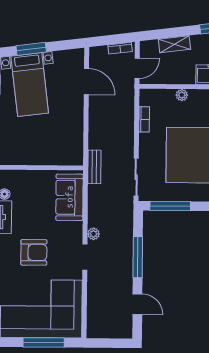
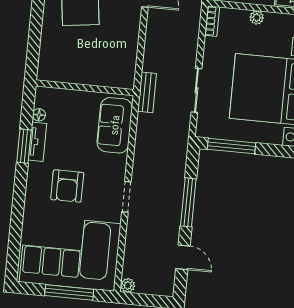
bookcase: (144, 119) -> (212, 21), moved
sliding door: (136, 177) -> (196, 90), moved
plant: (94, 234) -> (128, 285), moved
armchair: (34, 252) -> (67, 186), turned 90

